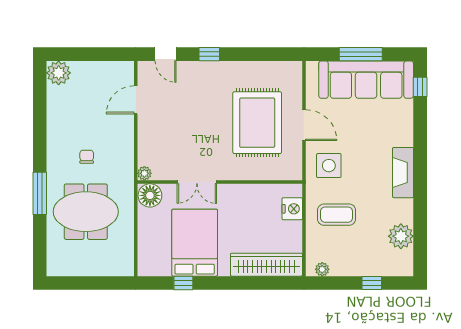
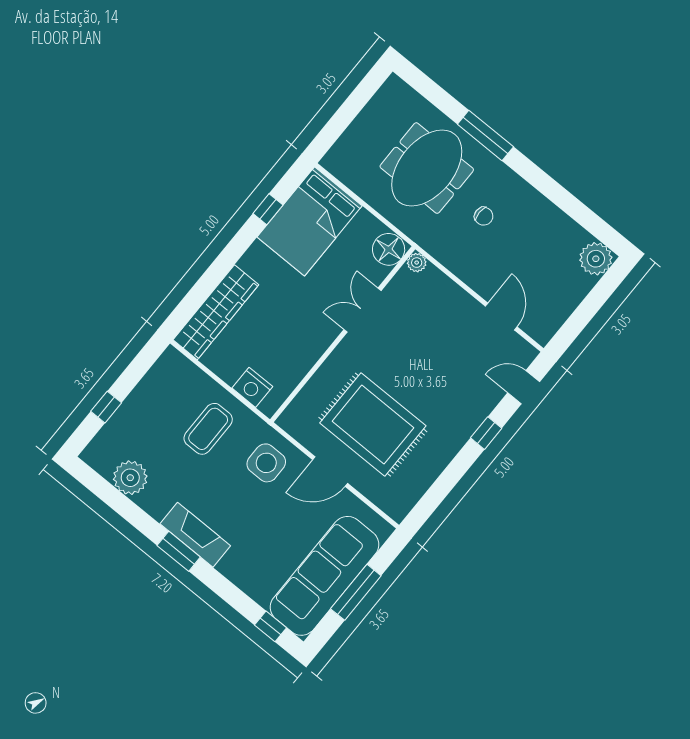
window: (420, 174) -> (179, 551), added
bed: (195, 243) -> (310, 221), moved, turned 90
plant: (322, 269) -> (163, 367), removed

